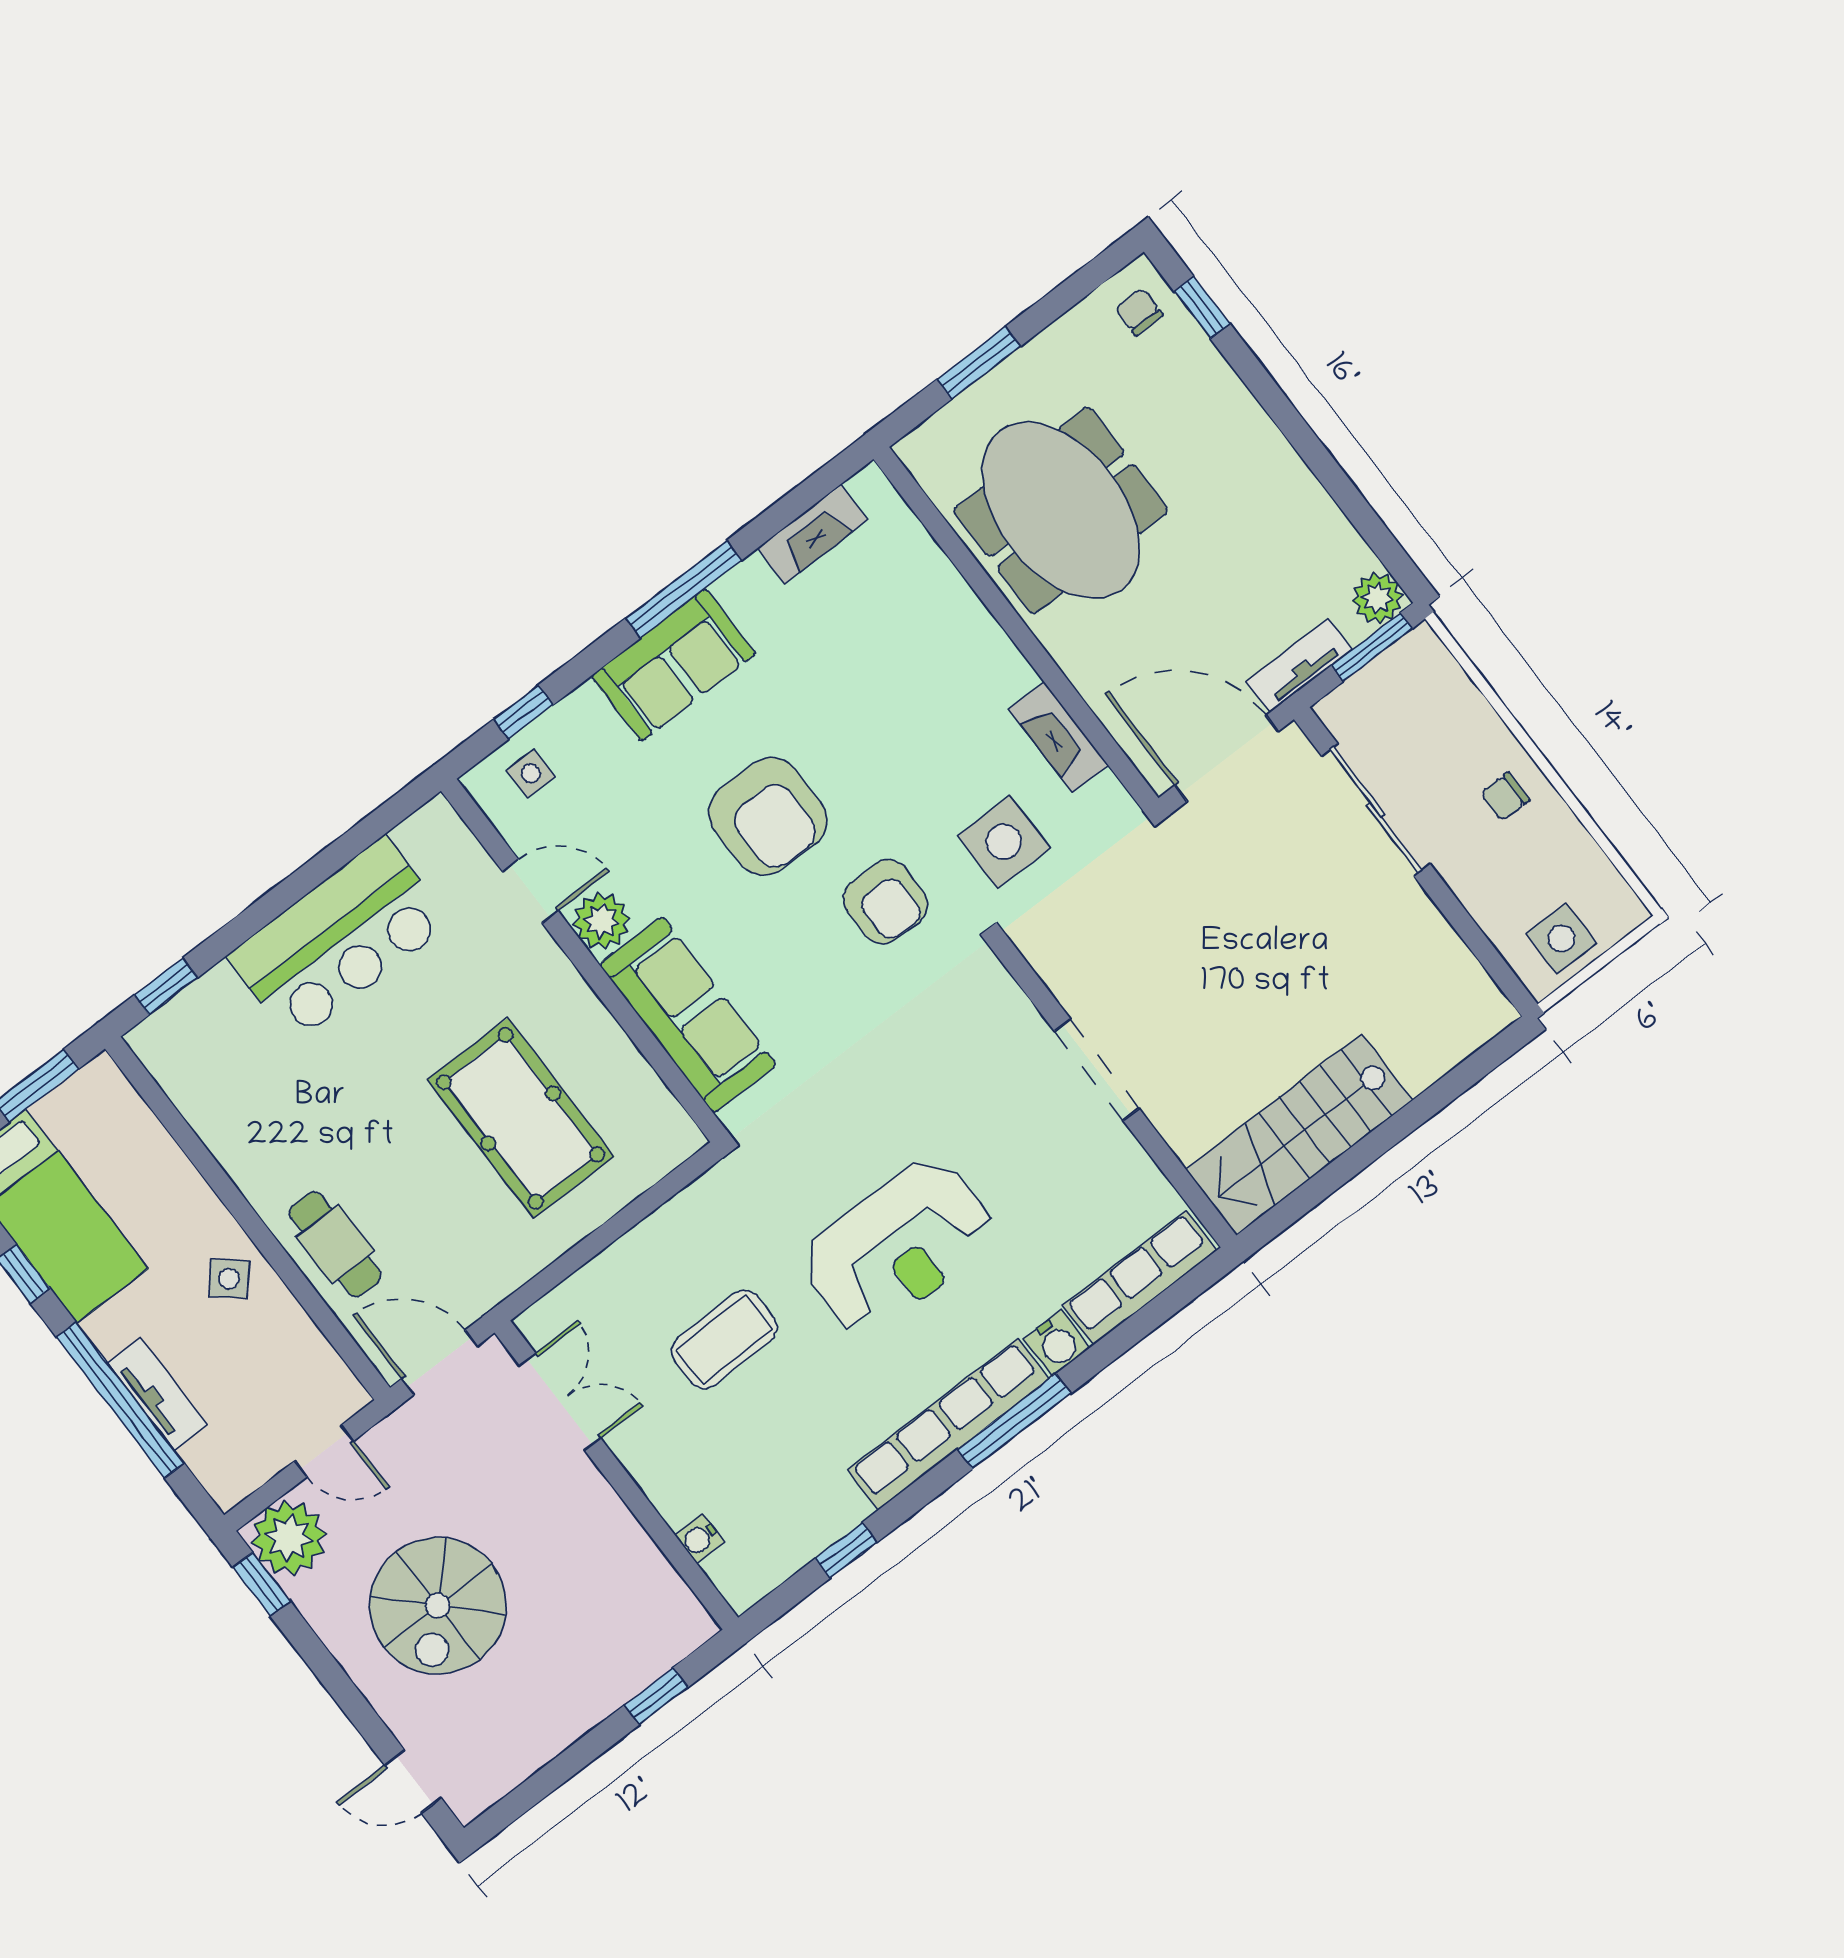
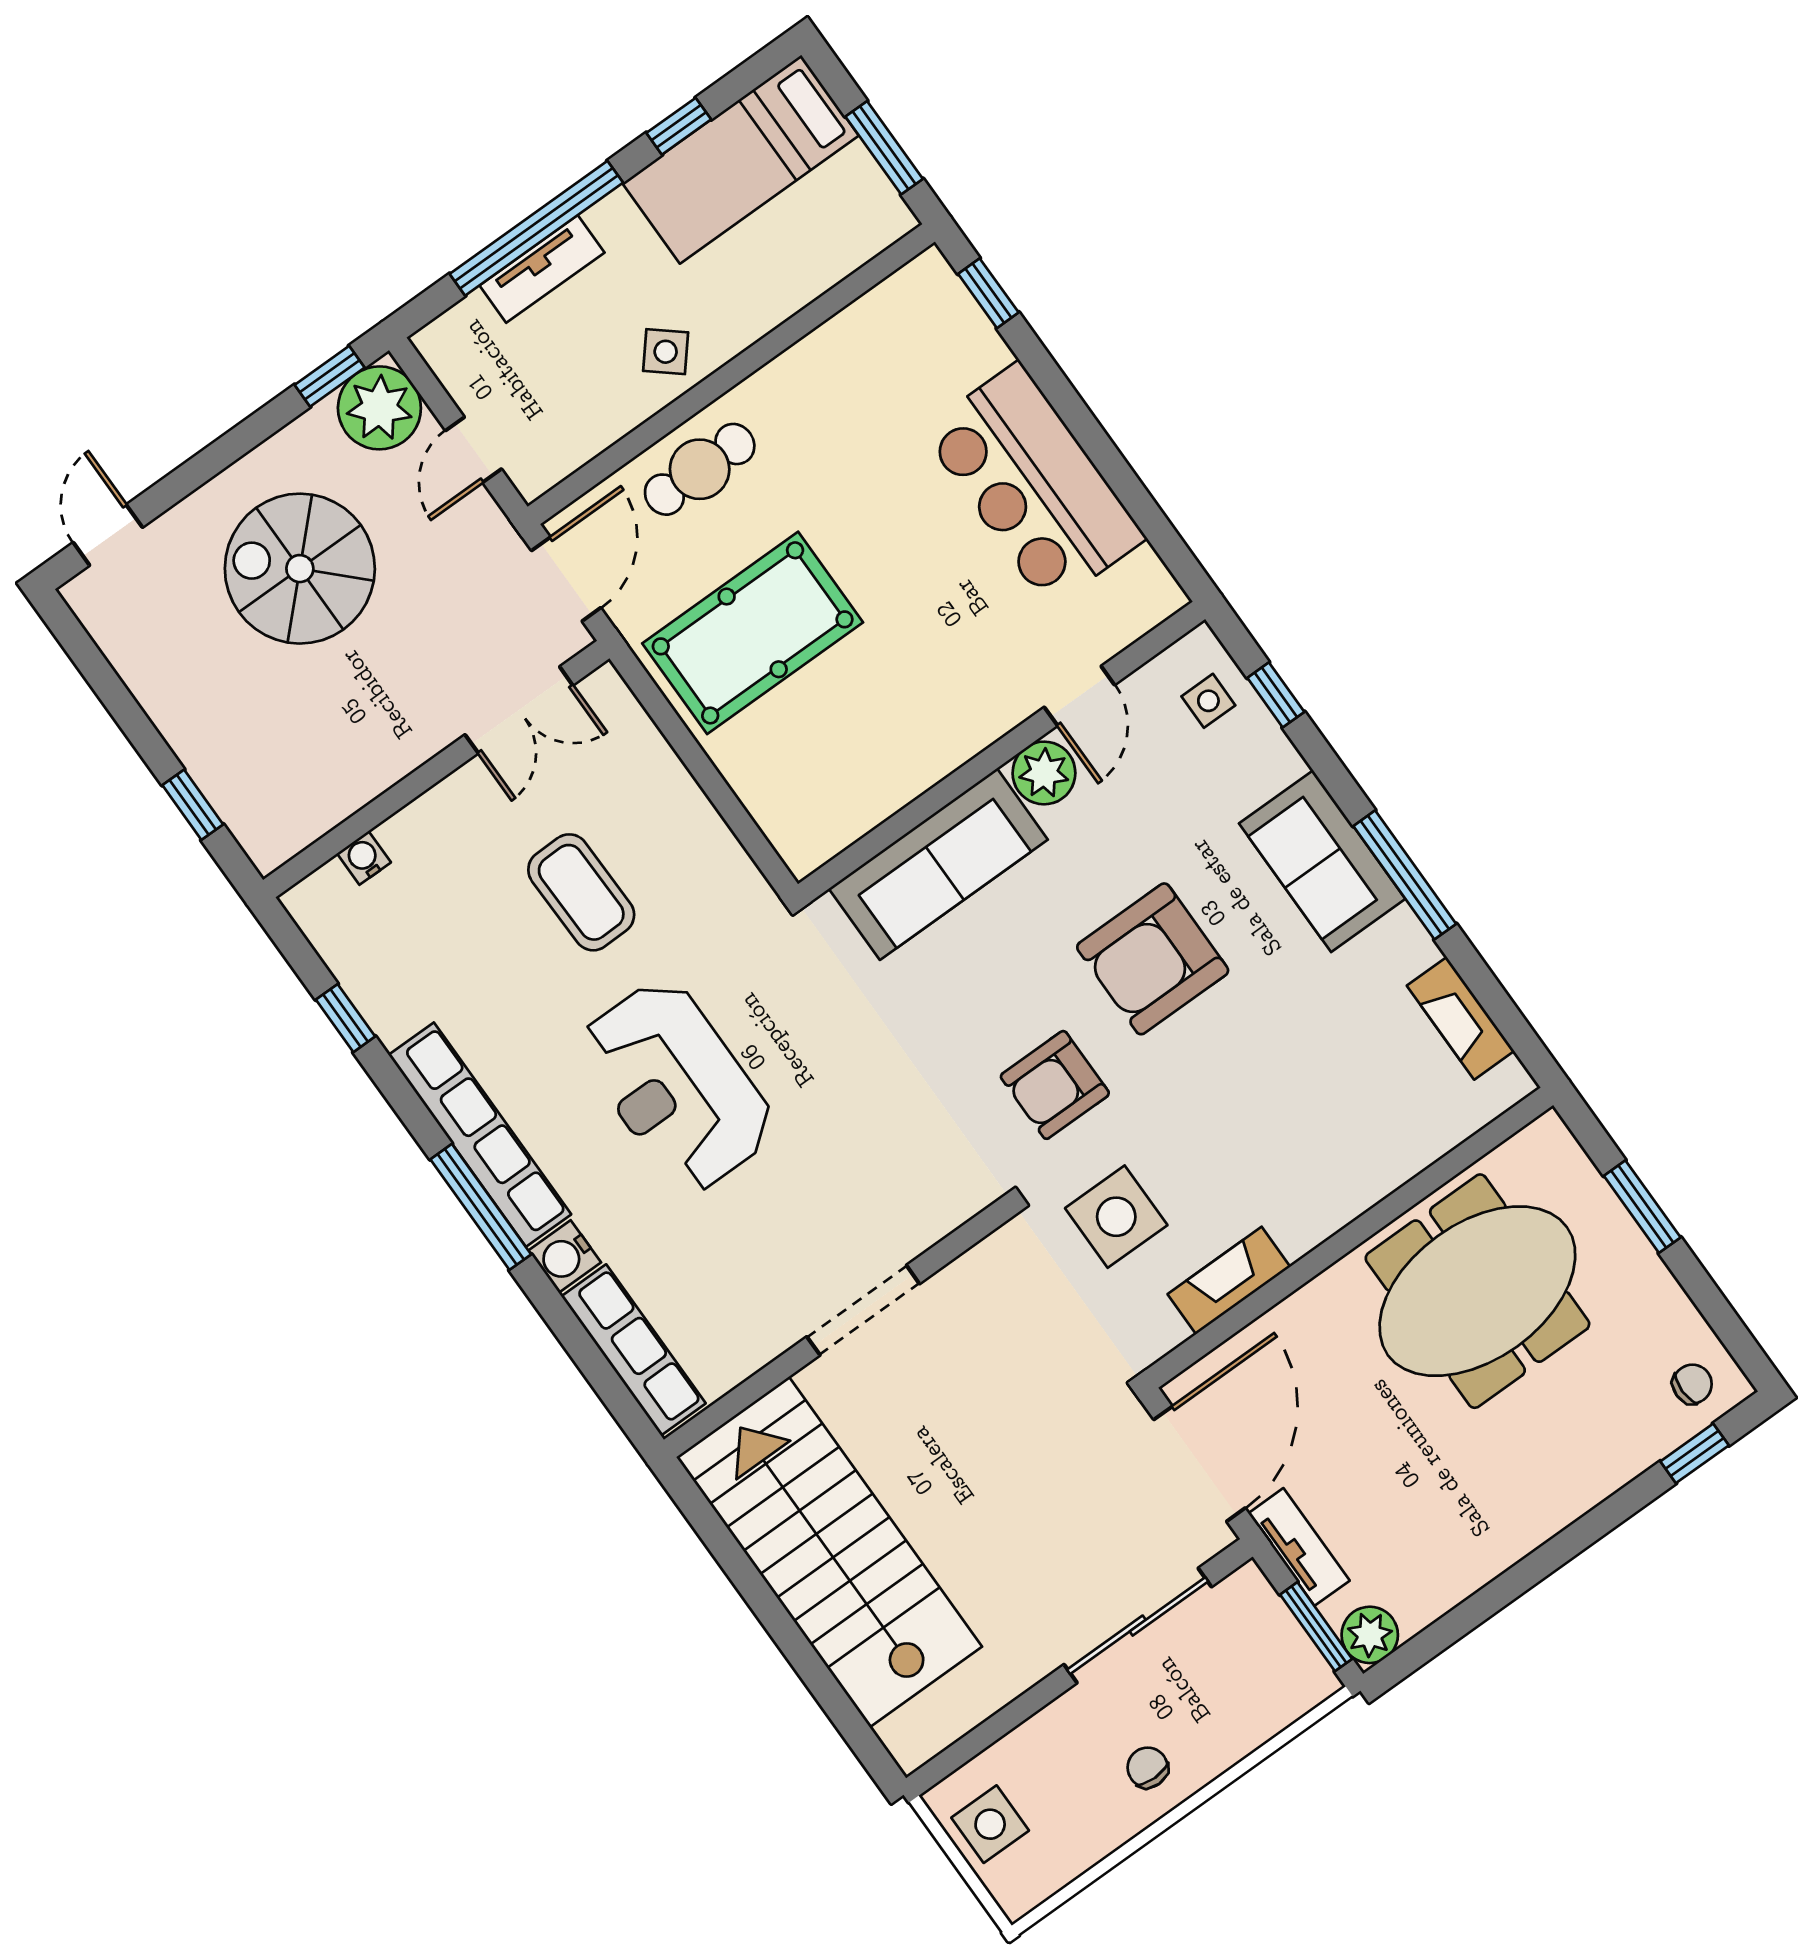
pool table: (521, 1118) -> (753, 633), moved
stairs: (1299, 1135) -> (829, 1552), width x1.36, depth x1.51

